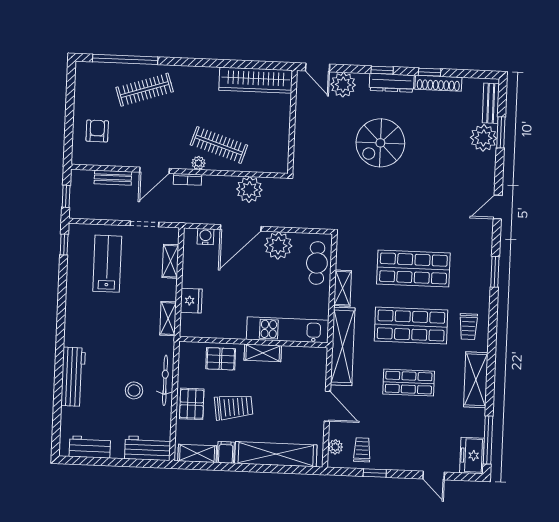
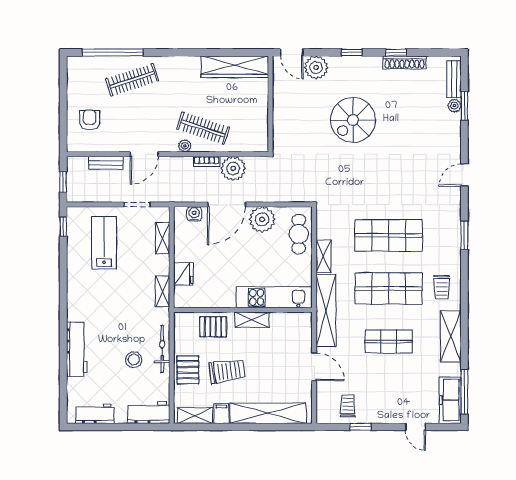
dresser: (392, 83) -> (361, 64), removed
plant: (484, 138) -> (454, 106), width x0.53, depth x0.53
bookcase: (187, 179) -> (207, 161), moved
plant: (335, 447) -> (323, 404), removed
freezer: (472, 455) -> (450, 400), width x1.40

